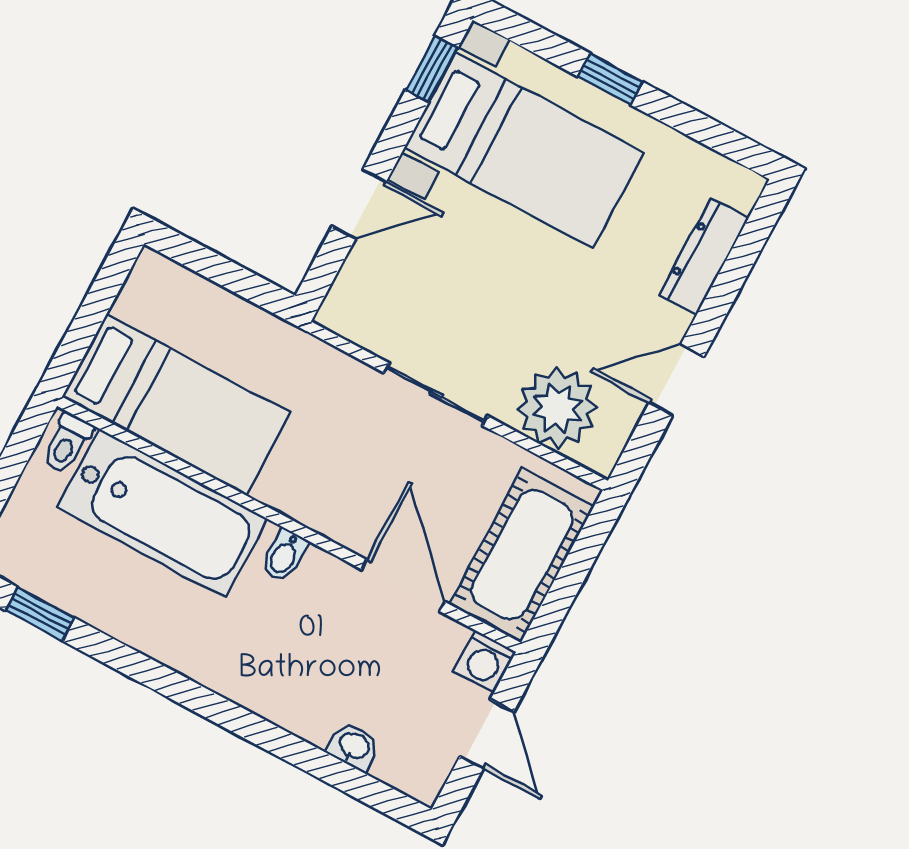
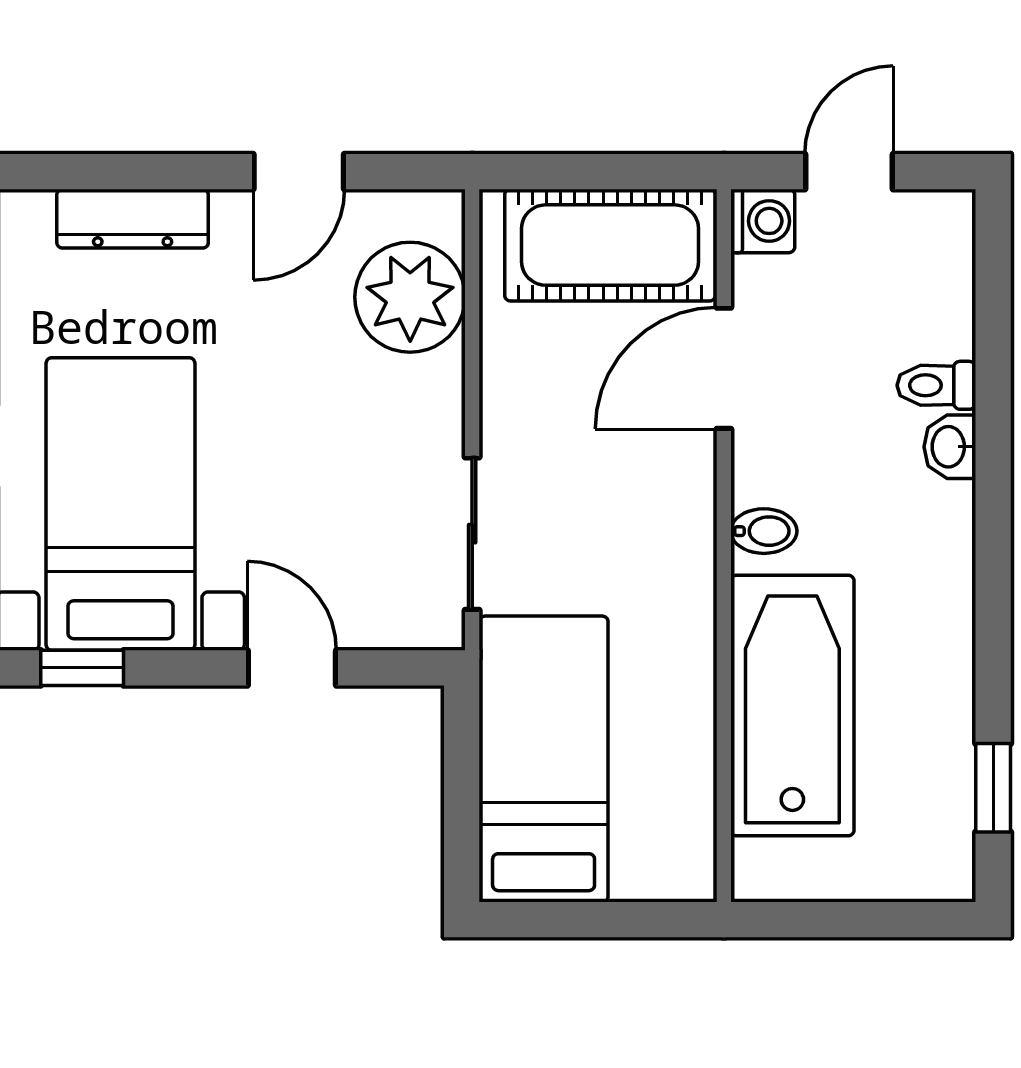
door: (677, 380) -> (299, 172), hinge flipped
sliding door: (436, 394) -> (472, 534), moved
bed: (176, 405) -> (544, 759), moved
toilet: (67, 444) -> (936, 385), moved, turned 180
washbasin: (354, 746) -> (950, 447), moved

